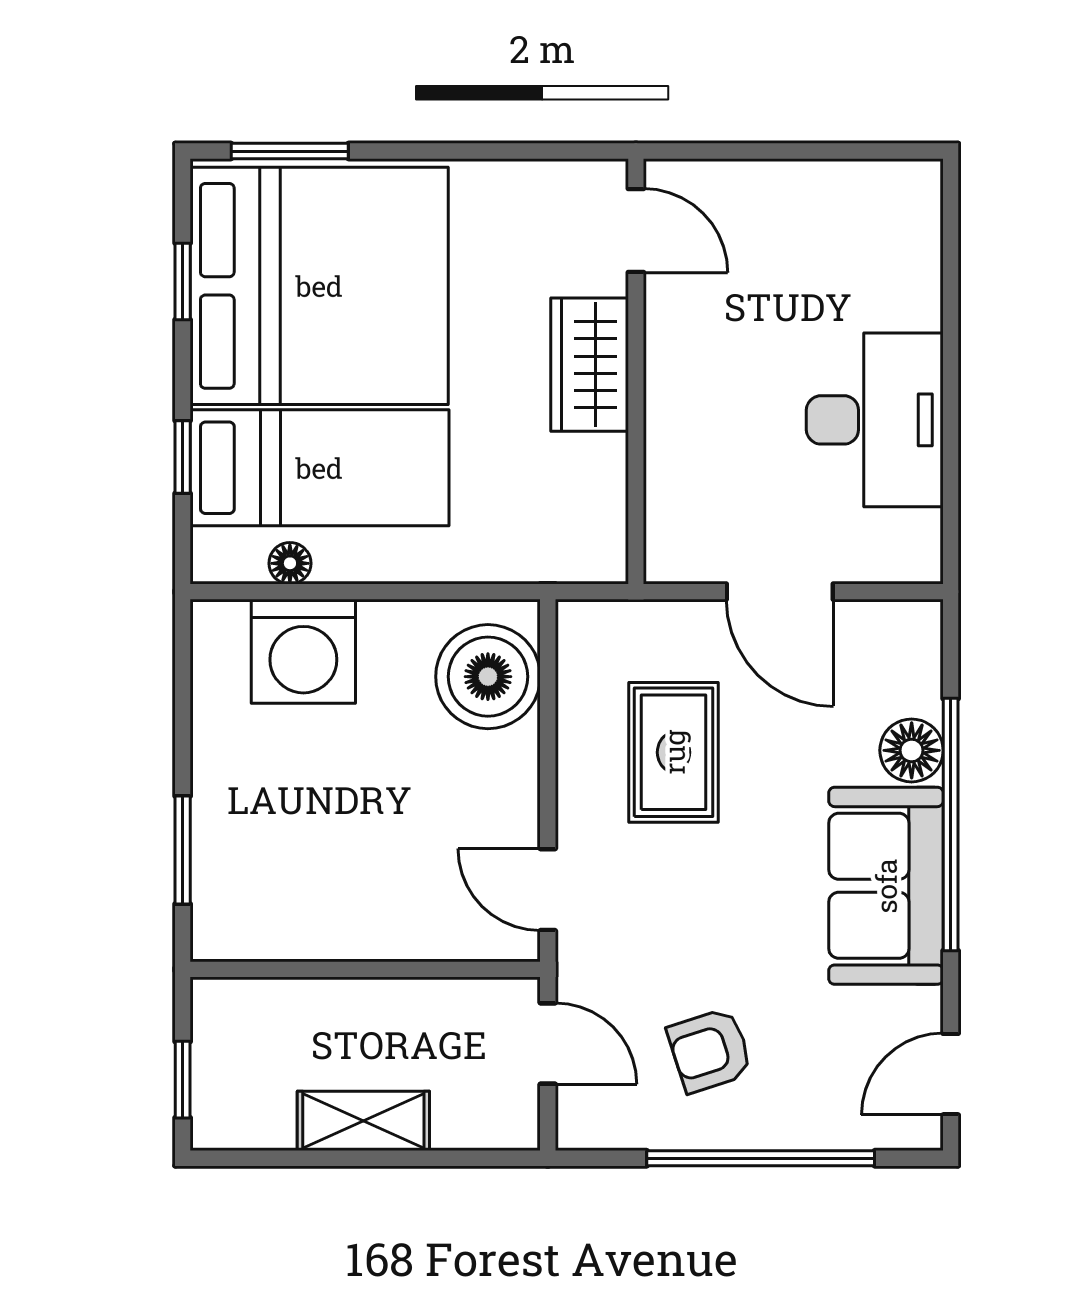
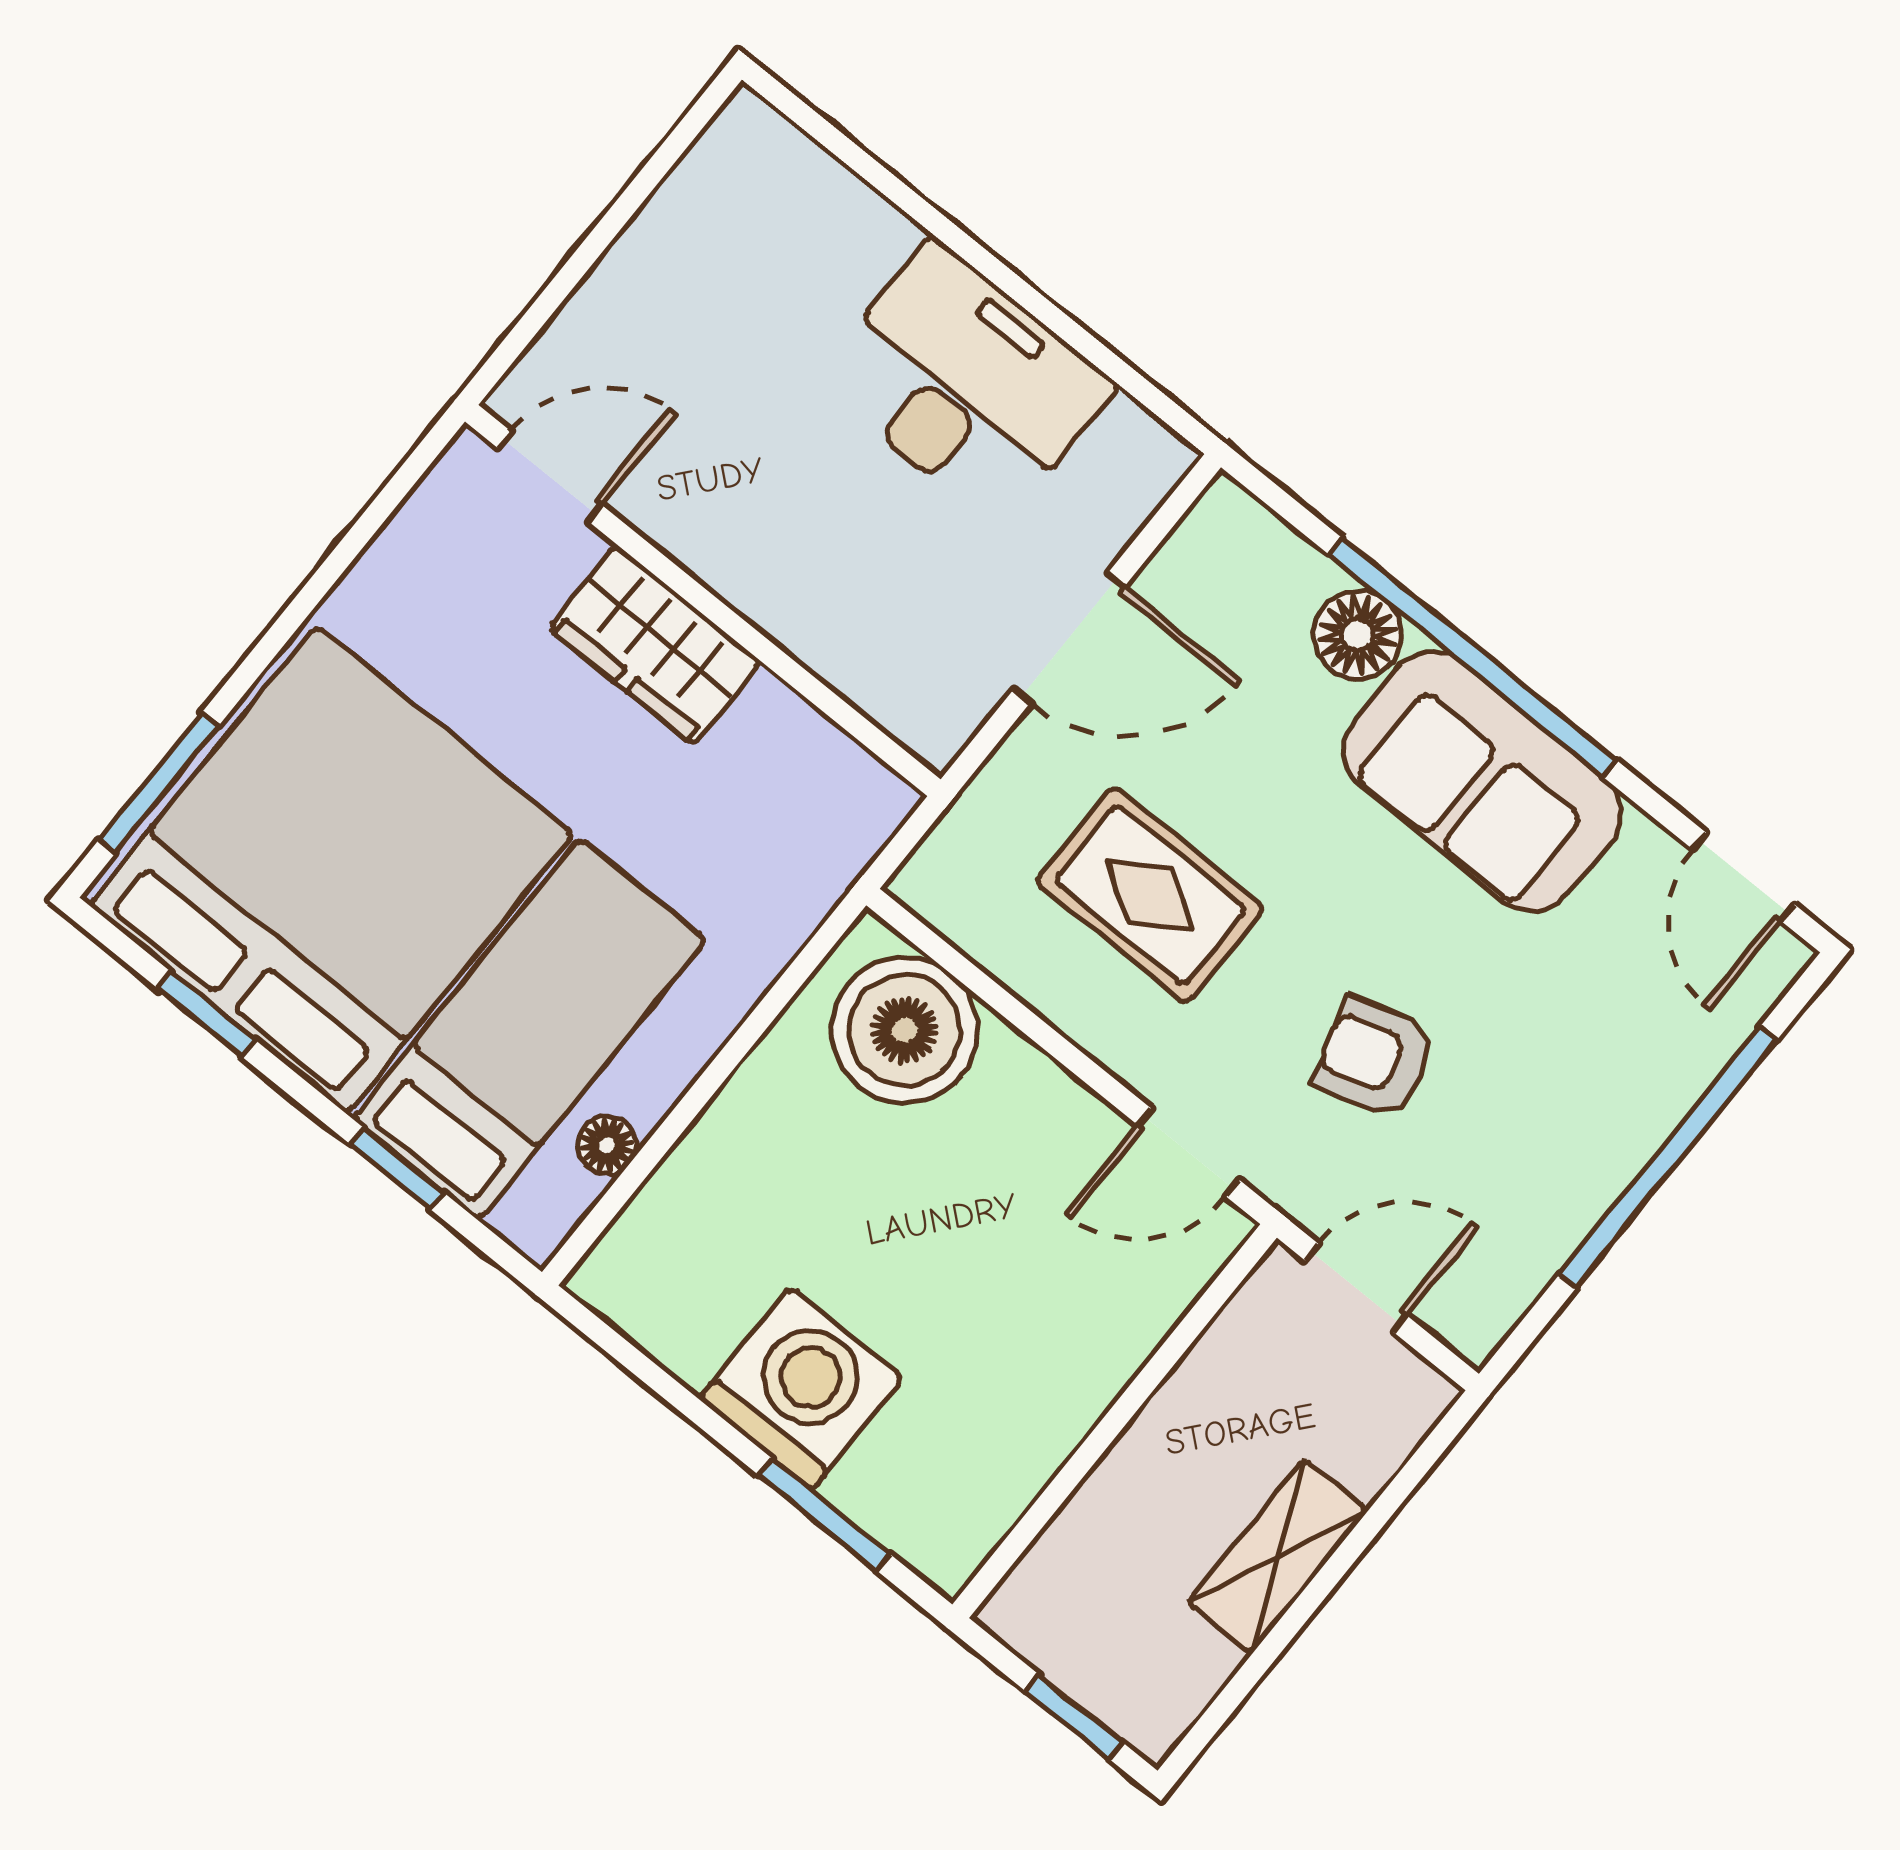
washing machine: (303, 651) -> (801, 1388), moved, turned -90
armchair: (710, 1050) -> (1374, 1058), moved, turned 91

